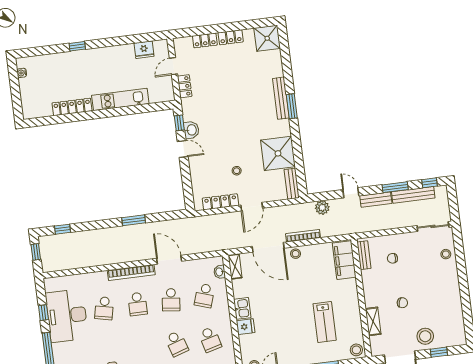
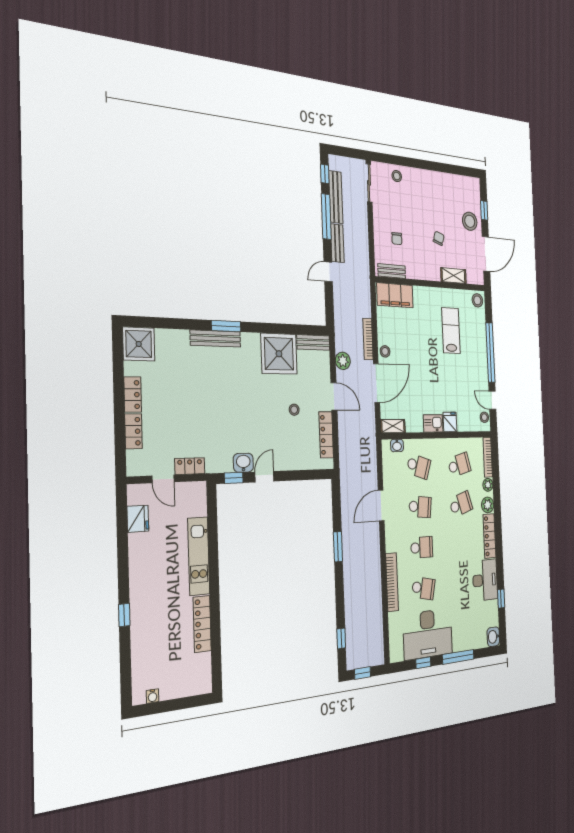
window: (395, 187) -> (326, 217), width x1.44
plant: (322, 208) -> (343, 361), moved
bookcase: (131, 273) -> (392, 582), moved
lab bench: (325, 322) -> (451, 331), turned -90

